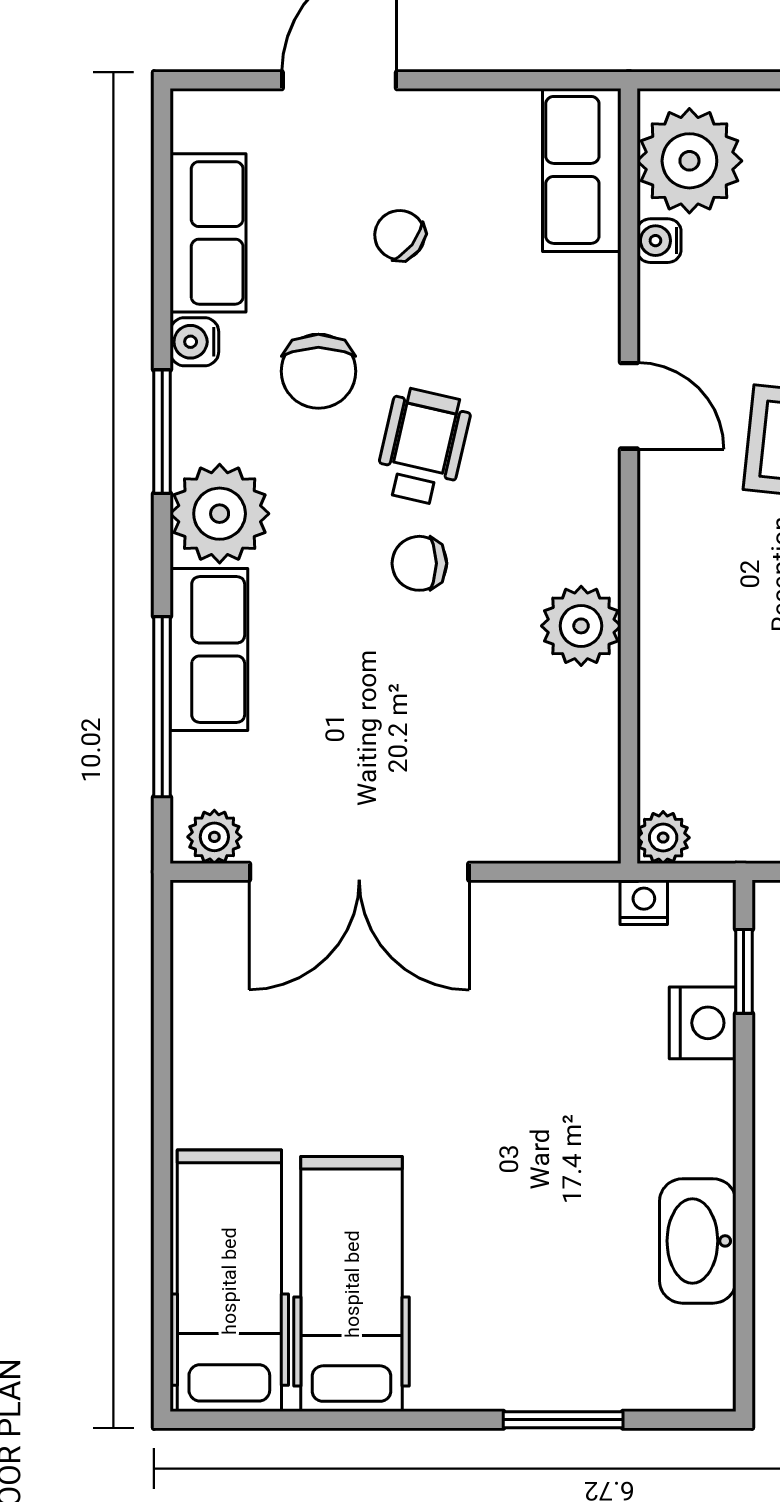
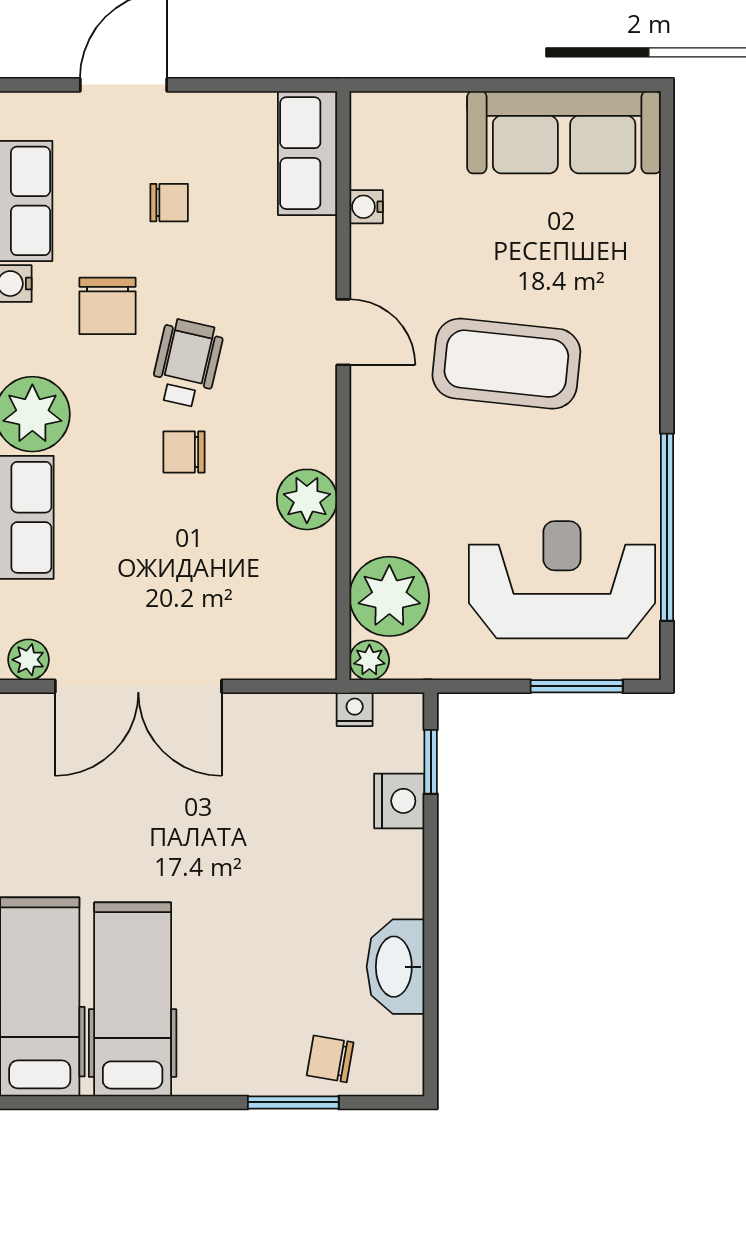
plant: (689, 161) -> (389, 596), moved
chair: (400, 235) -> (169, 203), turned 142
chair: (612, 1362) -> (330, 1059), added

